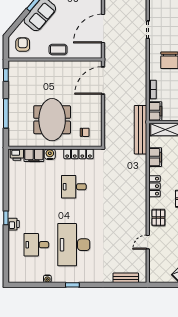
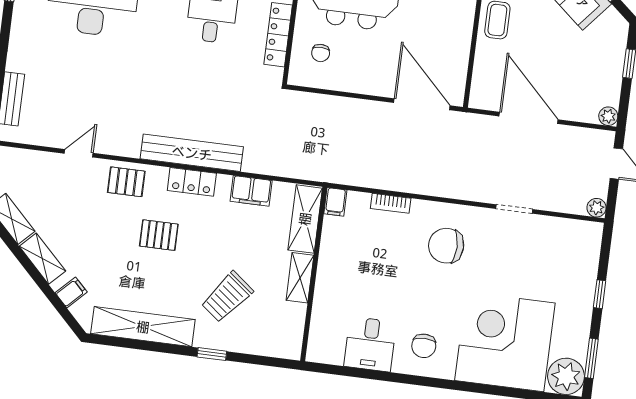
filing cabinet: (155, 111) -> (335, 202), width x0.50
bench: (140, 130) -> (192, 153), moved
door: (148, 242) -> (79, 153), hinge flipped

